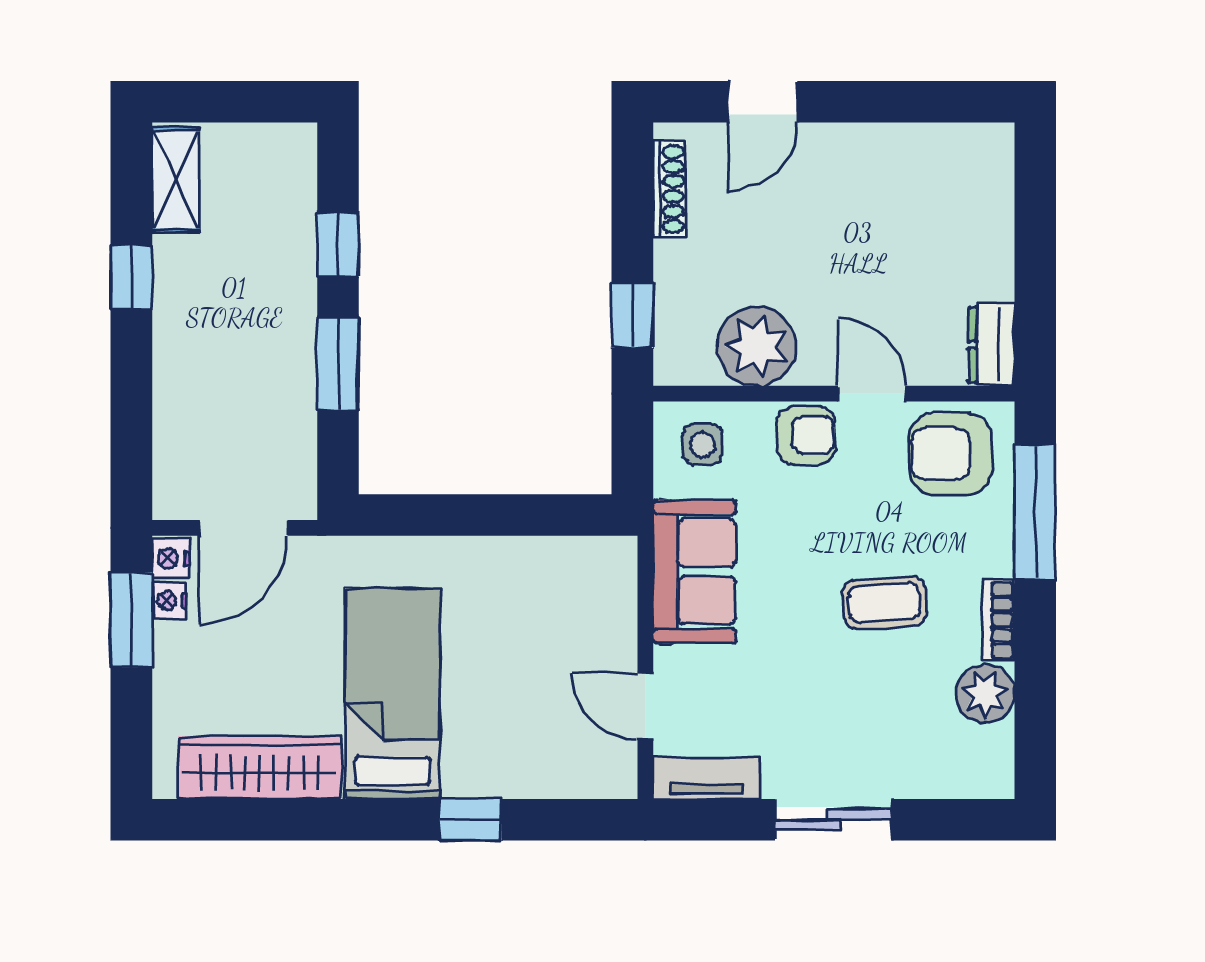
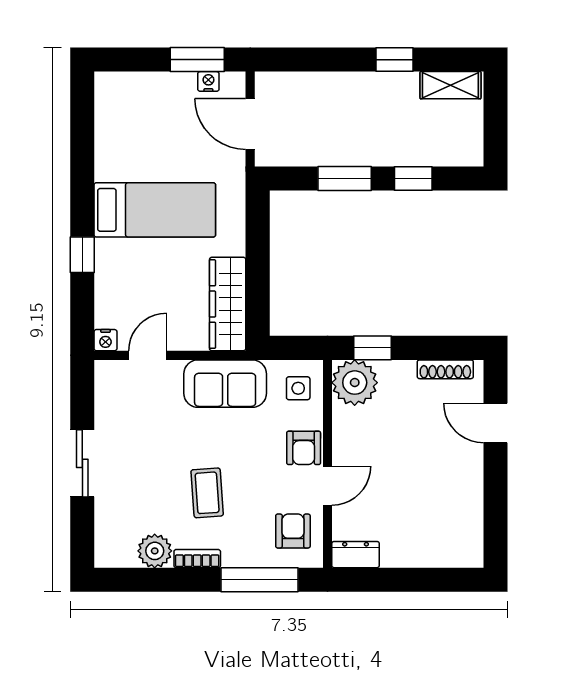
plant: (756, 346) -> (355, 383), moved
armchair: (951, 454) -> (293, 531), width x0.72, depth x0.72
nightstand: (171, 558) -> (105, 340), moved, turned 180
wardrobe: (260, 768) -> (228, 304), moved, turned 180
tv unit: (707, 779) -> (106, 391), removed

